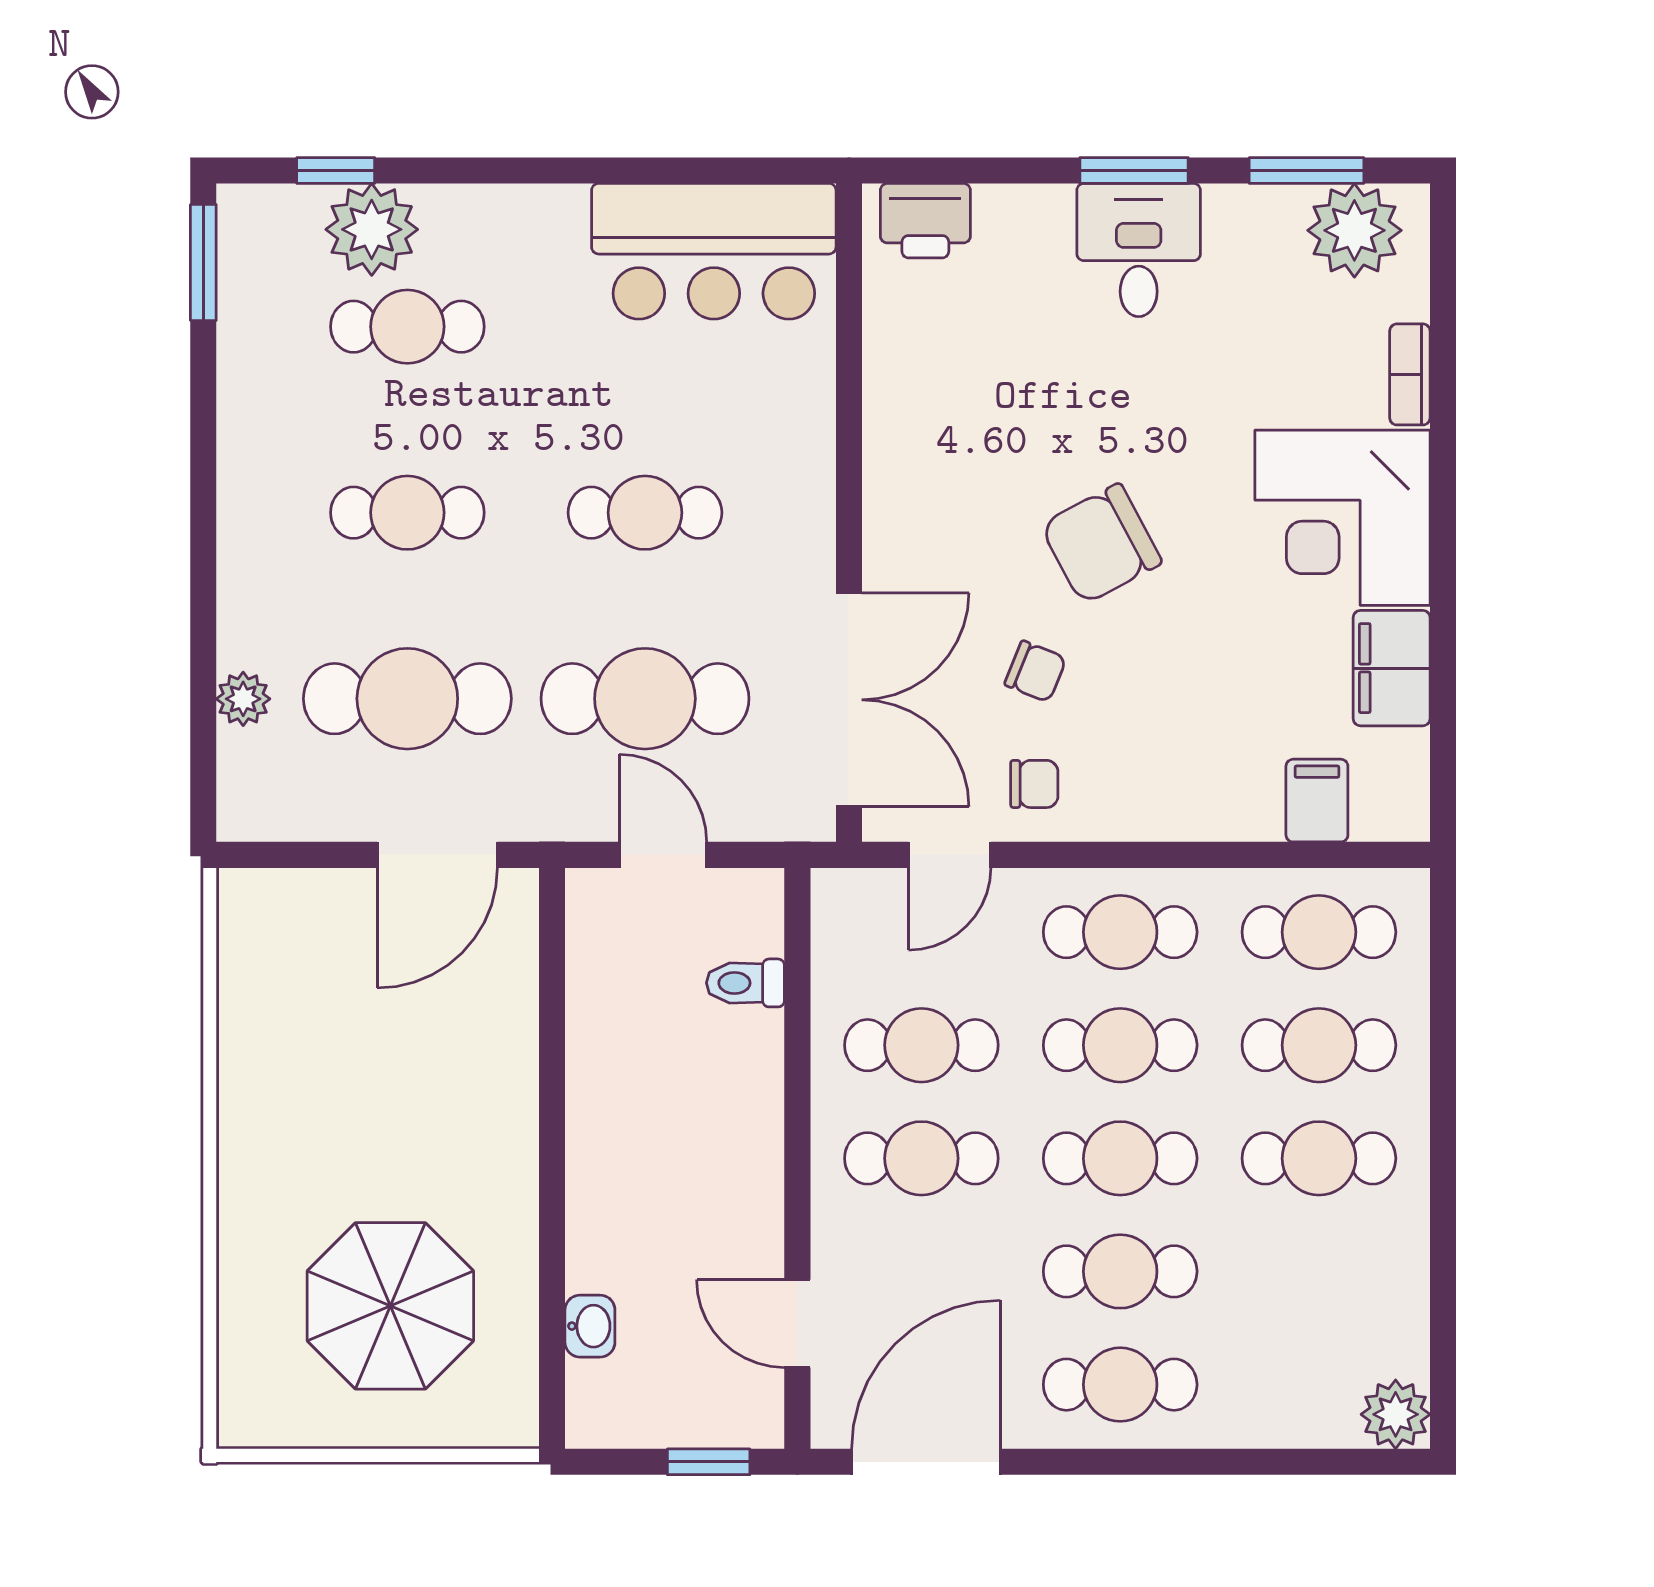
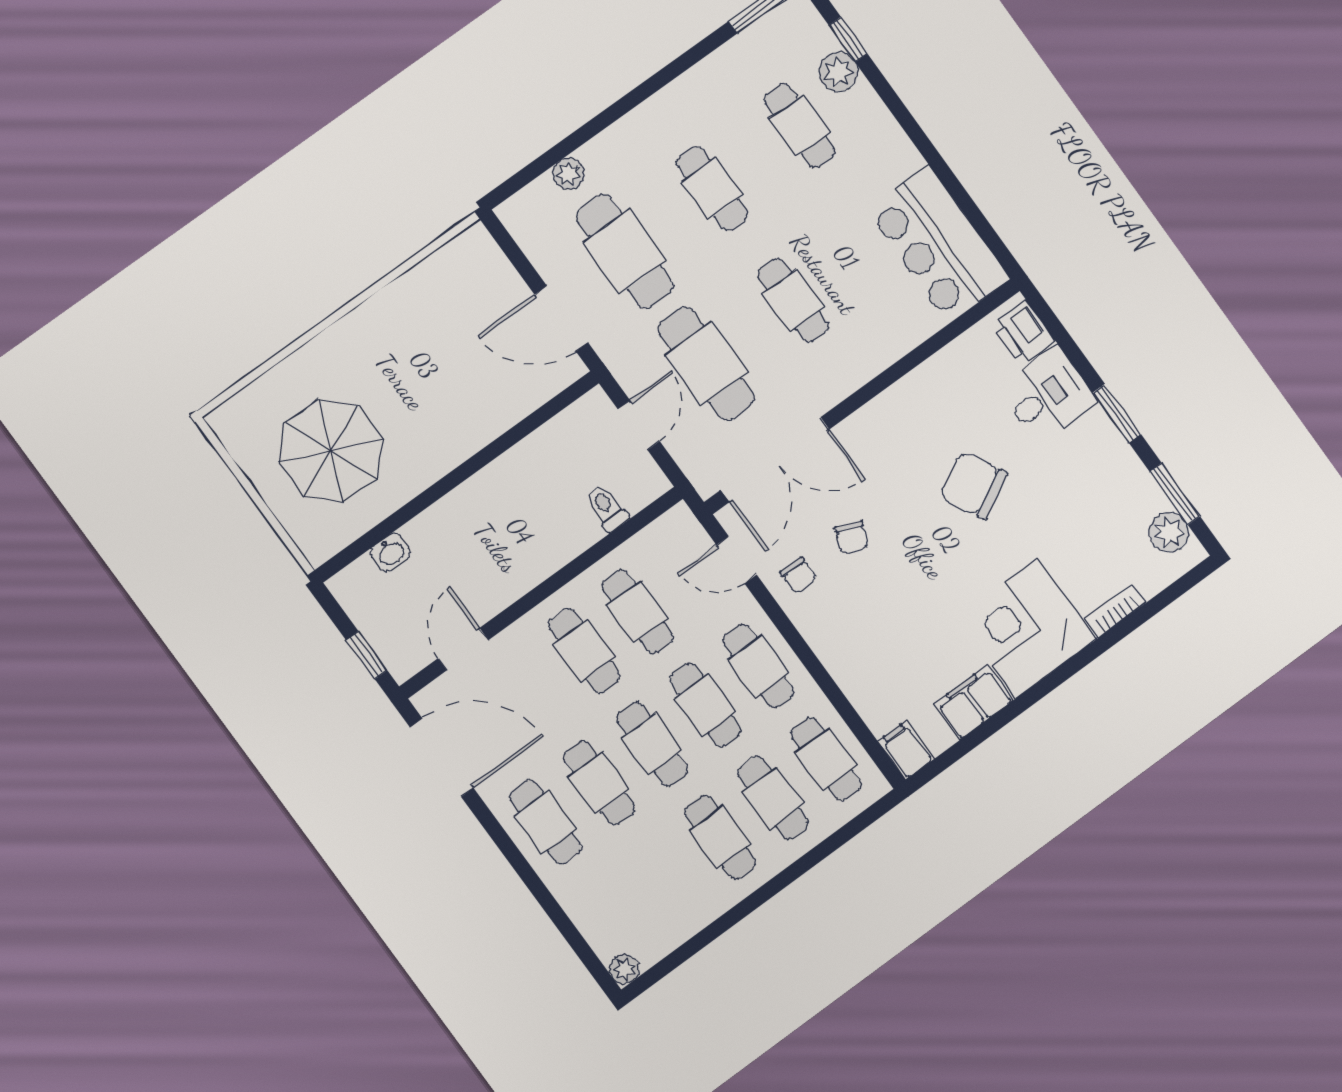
plant: (372, 229) -> (838, 72), width x0.73, depth x0.73
plant: (1354, 230) -> (1169, 532), width x0.73, depth x0.73
desk: (1139, 250) -> (1048, 395), moved
chair: (1101, 544) -> (974, 485), moved
filing cabinet: (1317, 801) -> (906, 750), moved, turned -90
plant: (1396, 1414) -> (625, 969), width x0.73, depth x0.73

